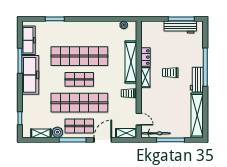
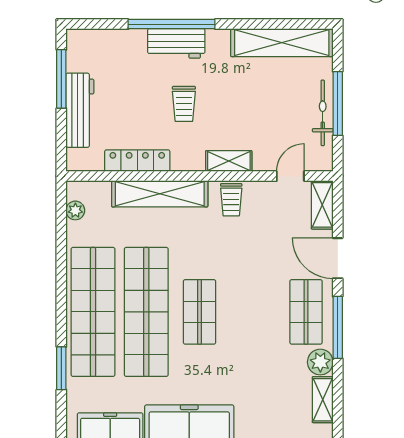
workbench: (180, 27) -> (80, 110), moved
locker: (145, 57) -> (137, 161), width x1.53
shelving: (145, 77) -> (229, 161), moved
workbench: (197, 80) -> (176, 43), moved
shop shelf: (79, 103) -> (93, 312), moved
bicycle: (156, 133) -> (323, 113), moved

